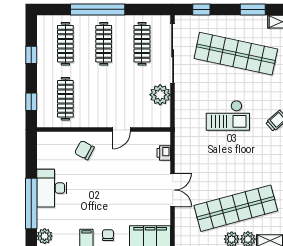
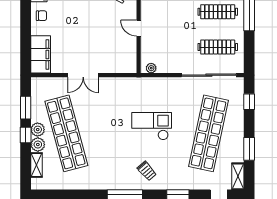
plant: (160, 95) -> (151, 68), moved, width x0.53, depth x0.53
checkout: (228, 115) -> (152, 126), turned 90
printer: (164, 153) -> (117, 67), removed

